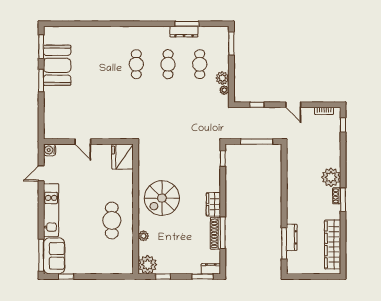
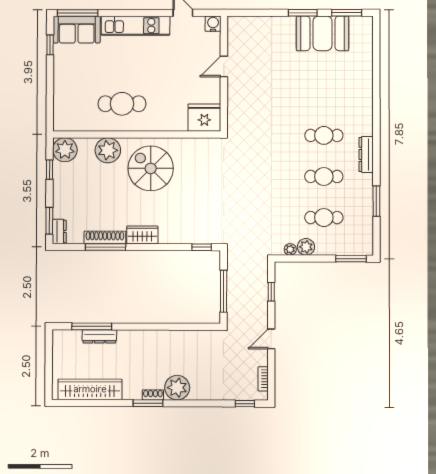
dresser: (184, 32) -> (366, 154), moved
plant: (143, 236) -> (108, 150), width x1.87, depth x1.87

